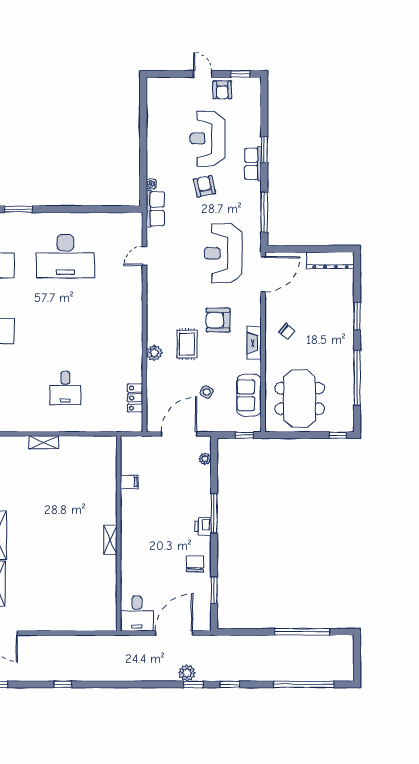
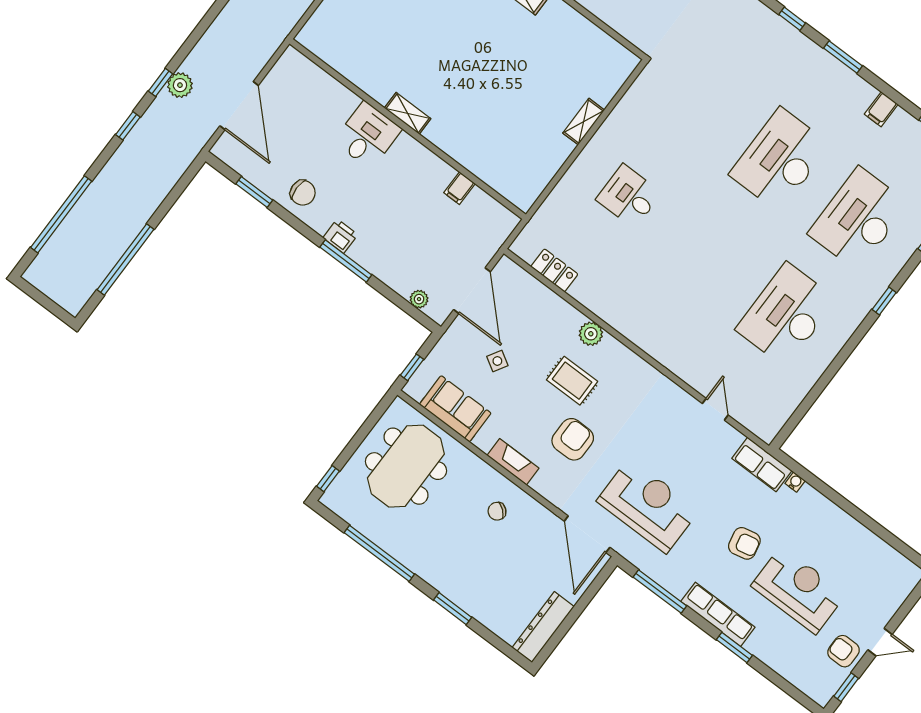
row of seats: (253, 164) -> (718, 614), width x1.48
window: (19, 209) -> (884, 301), width x0.67
meeting table: (300, 398) -> (406, 466), turned 90
desk: (137, 614) -> (368, 135), moved, turned 90

